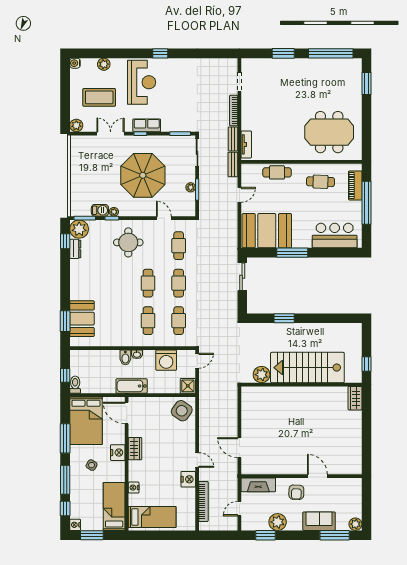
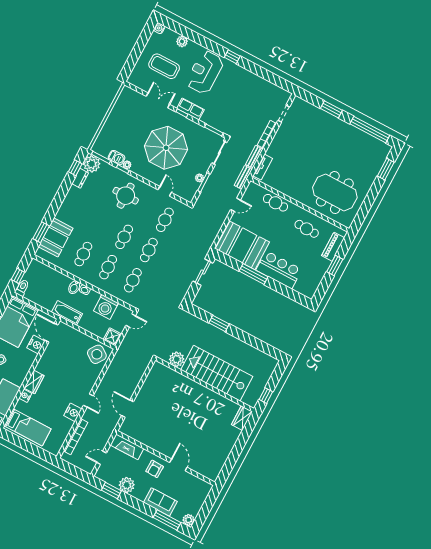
reception desk: (142, 82) -> (205, 72), turned 180
plant: (76, 125) -> (134, 79), removed
window: (367, 203) -> (335, 265), width x0.47
bar counter: (335, 236) -> (279, 270), moved
cafe table: (117, 321) -> (83, 254), added
wardrobe: (135, 449) -> (34, 382), moved
nightstand: (118, 453) -> (36, 344), moved

